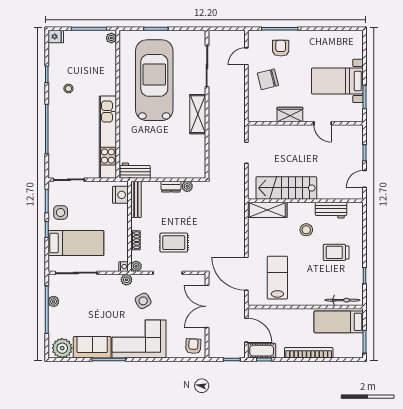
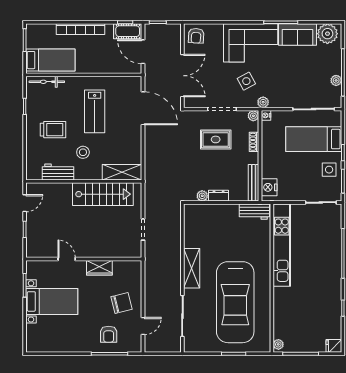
stool: (68, 89) -> (321, 294), removed
lab bench: (277, 278) -> (95, 111), moved

